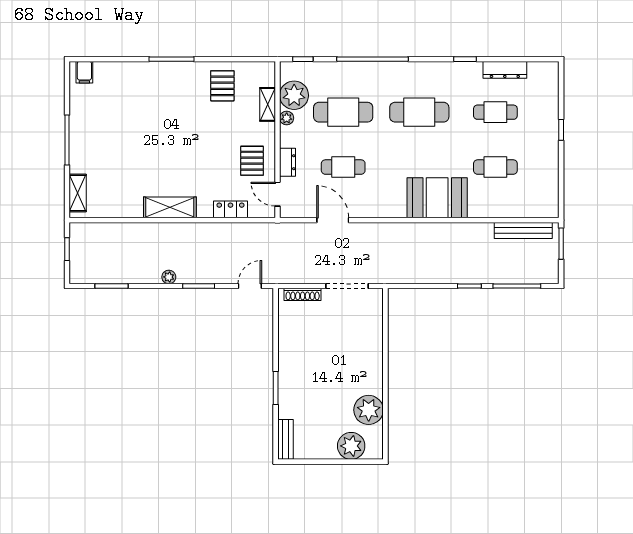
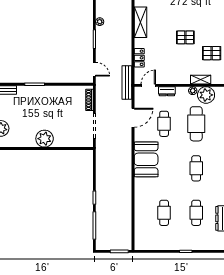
cafe table: (419, 112) -> (196, 168), width x0.73, depth x0.74
pallet: (252, 161) -> (185, 37), moved
booth: (437, 198) -> (146, 159), moved
bench: (523, 230) -> (127, 83), moved
plant: (369, 410) -> (45, 139), moved

